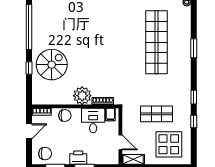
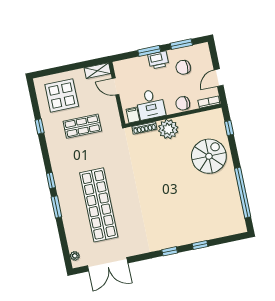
spiral stairs: (52, 65) -> (209, 156), turned 180
window: (29, 68) -> (229, 128), moved
window: (194, 97) -> (51, 181), moved
chair: (45, 154) -> (183, 67), moved

